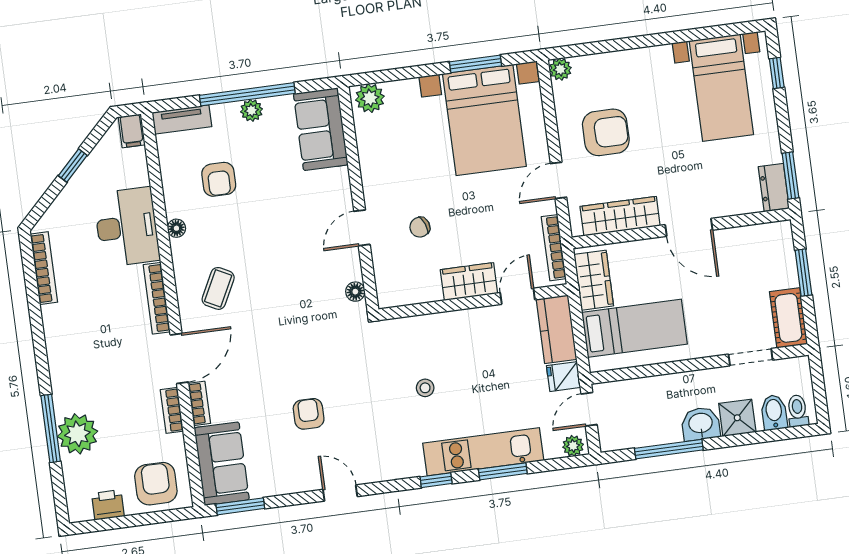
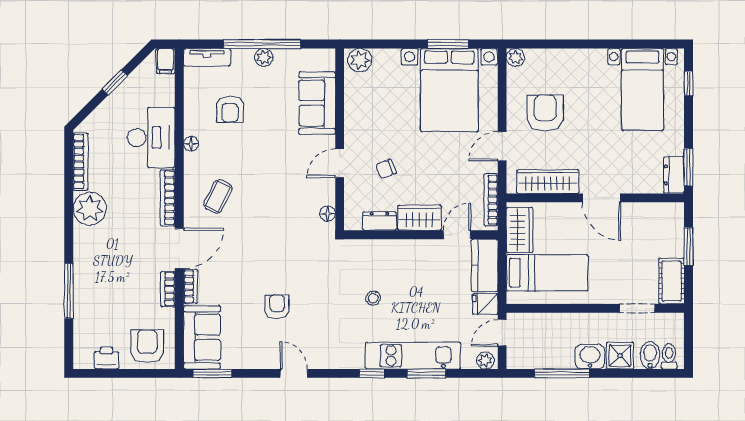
sofa: (321, 129) -> (317, 103), moved
armchair: (606, 132) -> (545, 113), turned -90
dresser: (420, 292) -> (379, 221), added
plant: (77, 434) -> (90, 209), moved

